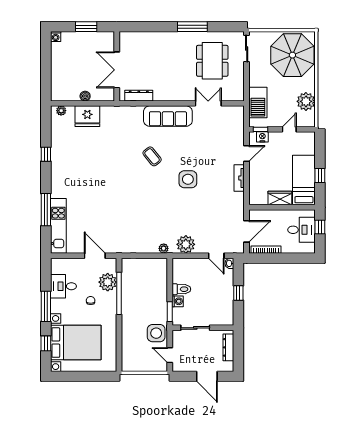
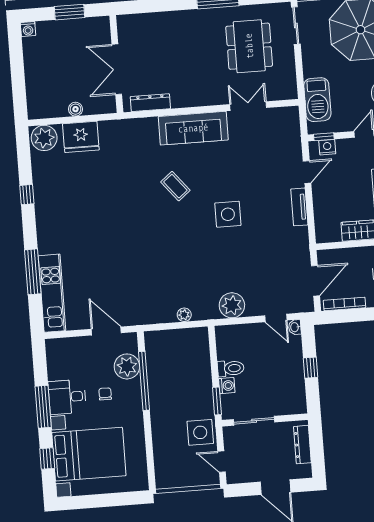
plant: (61, 111) -> (44, 138), width x1.87, depth x1.87
plant: (164, 248) -> (184, 315), moved
desk: (63, 286) -> (67, 397), moved

